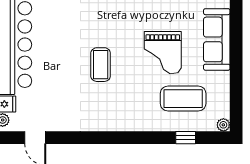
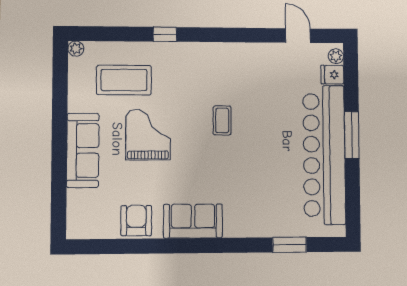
coffee table: (101, 65) -> (222, 120), width x0.73, depth x0.77
window: (186, 138) -> (165, 34), moved

